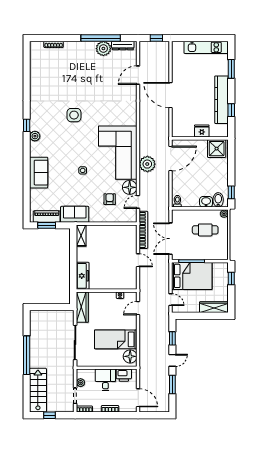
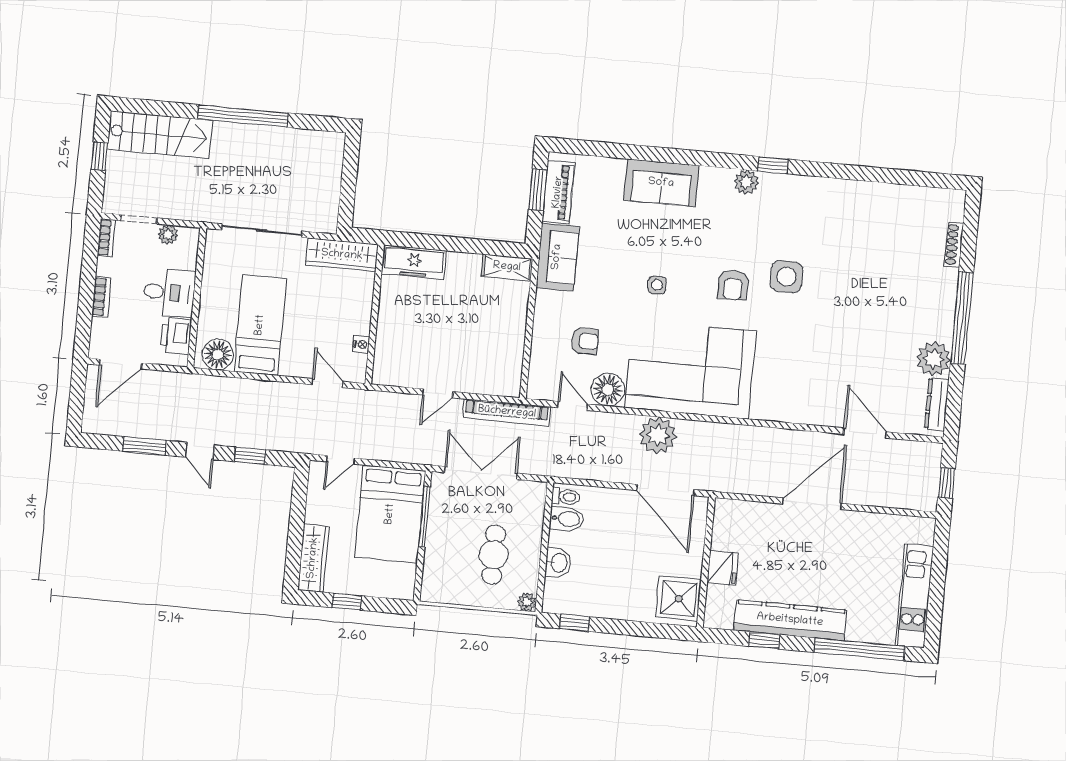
window: (101, 38) -> (962, 318), moved
window: (231, 69) -> (859, 649), width x2.11
armchair: (80, 138) -> (733, 285), added
bidet: (218, 200) -> (567, 519), moved
window: (231, 279) -> (347, 602), moved

